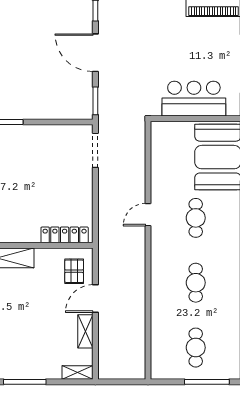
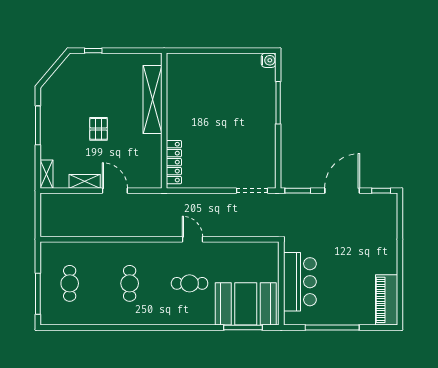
pallet: (74, 271) -> (99, 129), moved, turned 90
cafe table: (196, 283) -> (130, 283), turned 90
cafe table: (196, 348) -> (70, 283), turned 90

